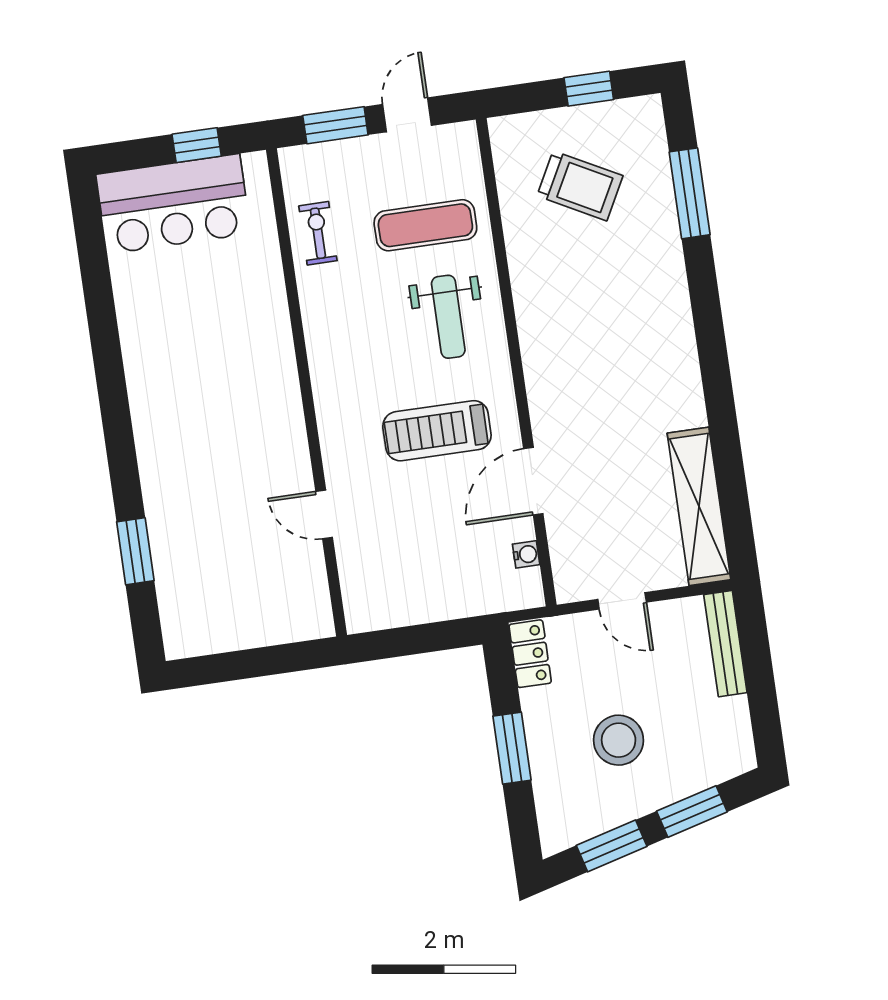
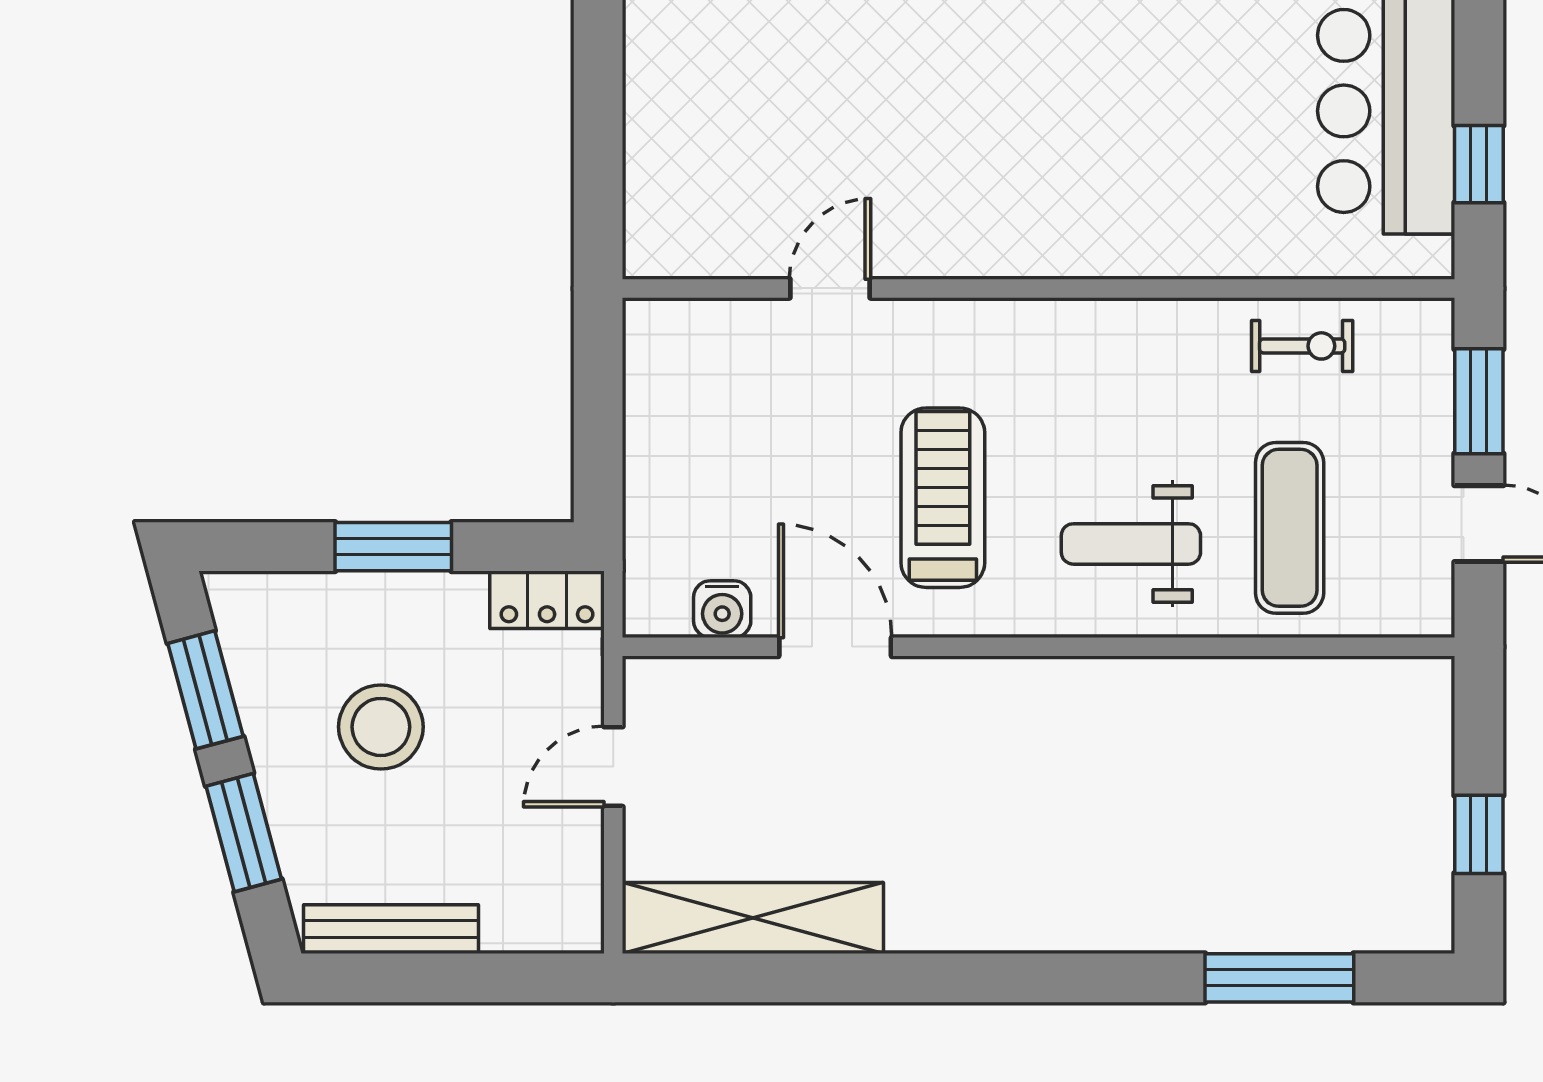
trolley: (580, 186) -> (1318, 796), removed
water cooler: (526, 554) -> (722, 609), width x1.38, depth x1.38
bench: (725, 644) -> (391, 929), moved

